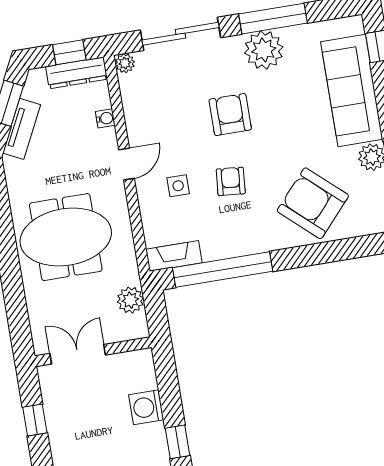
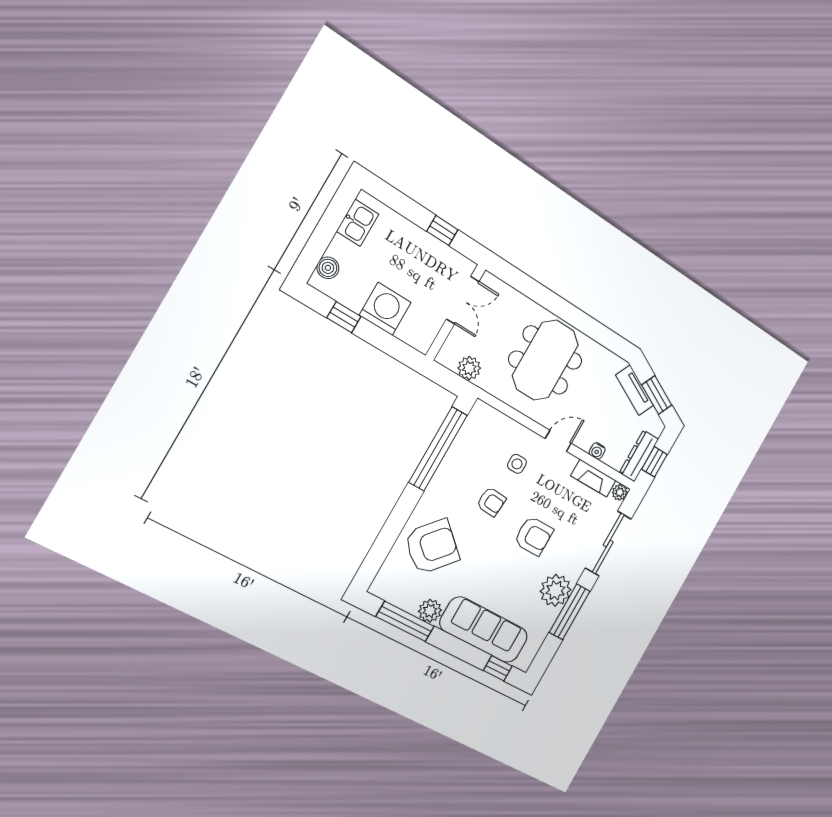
door: (127, 164) -> (558, 441), swing flipped
fireplace: (174, 256) -> (593, 478), moved, turned 90
washing machine: (146, 407) -> (385, 309), width x1.37, depth x1.37

